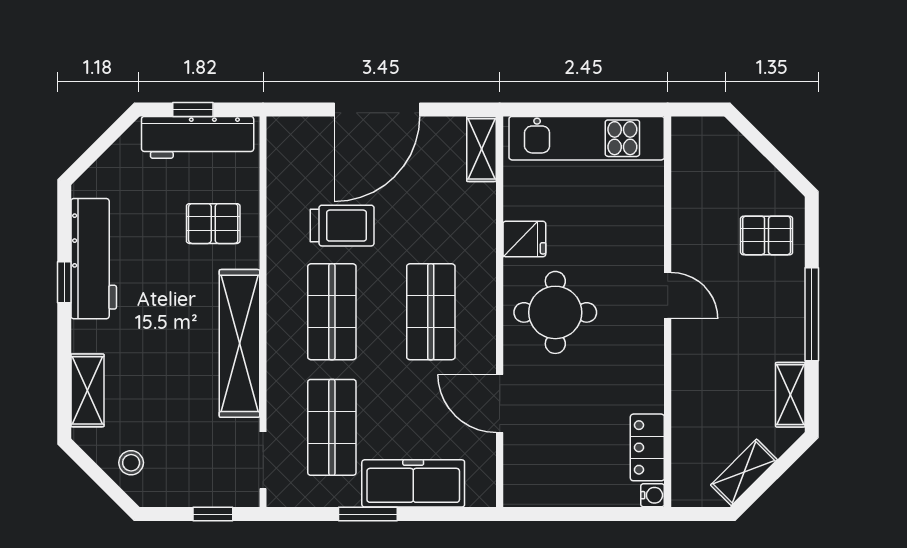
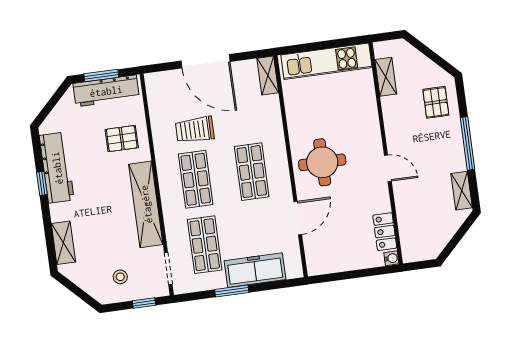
window: (193, 109) -> (101, 75), width x1.50
door: (377, 109) -> (205, 61), hinge flipped
trolley: (342, 226) -> (195, 130), turned 180
pallet: (767, 235) -> (436, 102), turned 90
fridge: (524, 239) -> (299, 123), removed
door: (668, 296) -> (388, 168), moved
door: (500, 403) -> (298, 218), swing flipped
stool: (131, 463) -> (120, 277), moved
shelving: (744, 472) -> (386, 77), moved, turned -45

